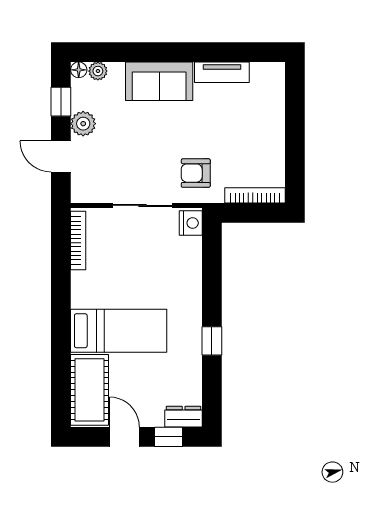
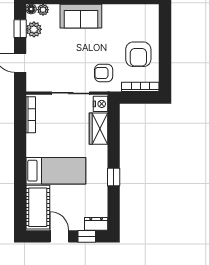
tv unit: (222, 72) -> (120, 10), removed
plant: (83, 124) -> (34, 29), moved
armchair: (252, 143) -> (138, 54), added
wardrobe: (187, 263) -> (98, 129), added

